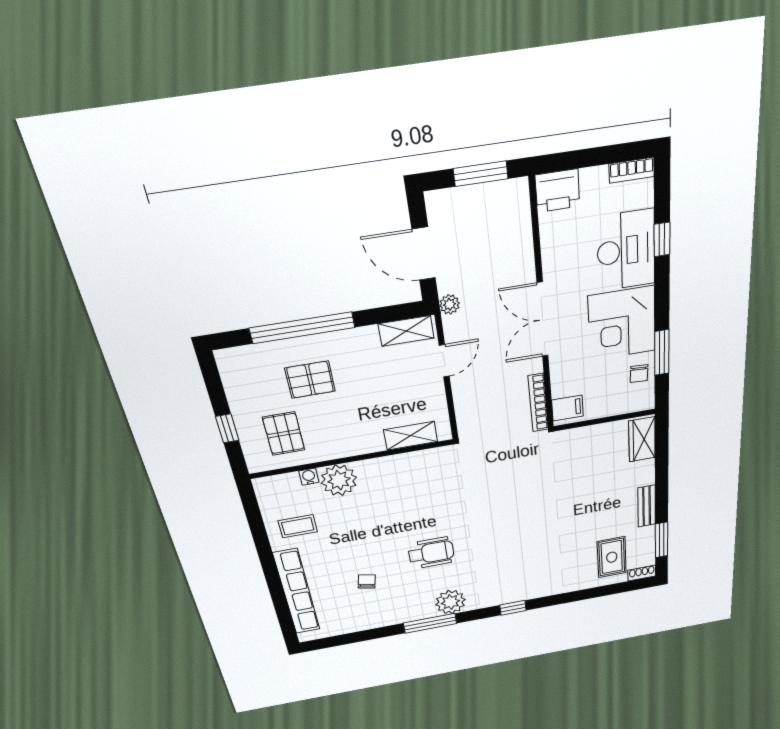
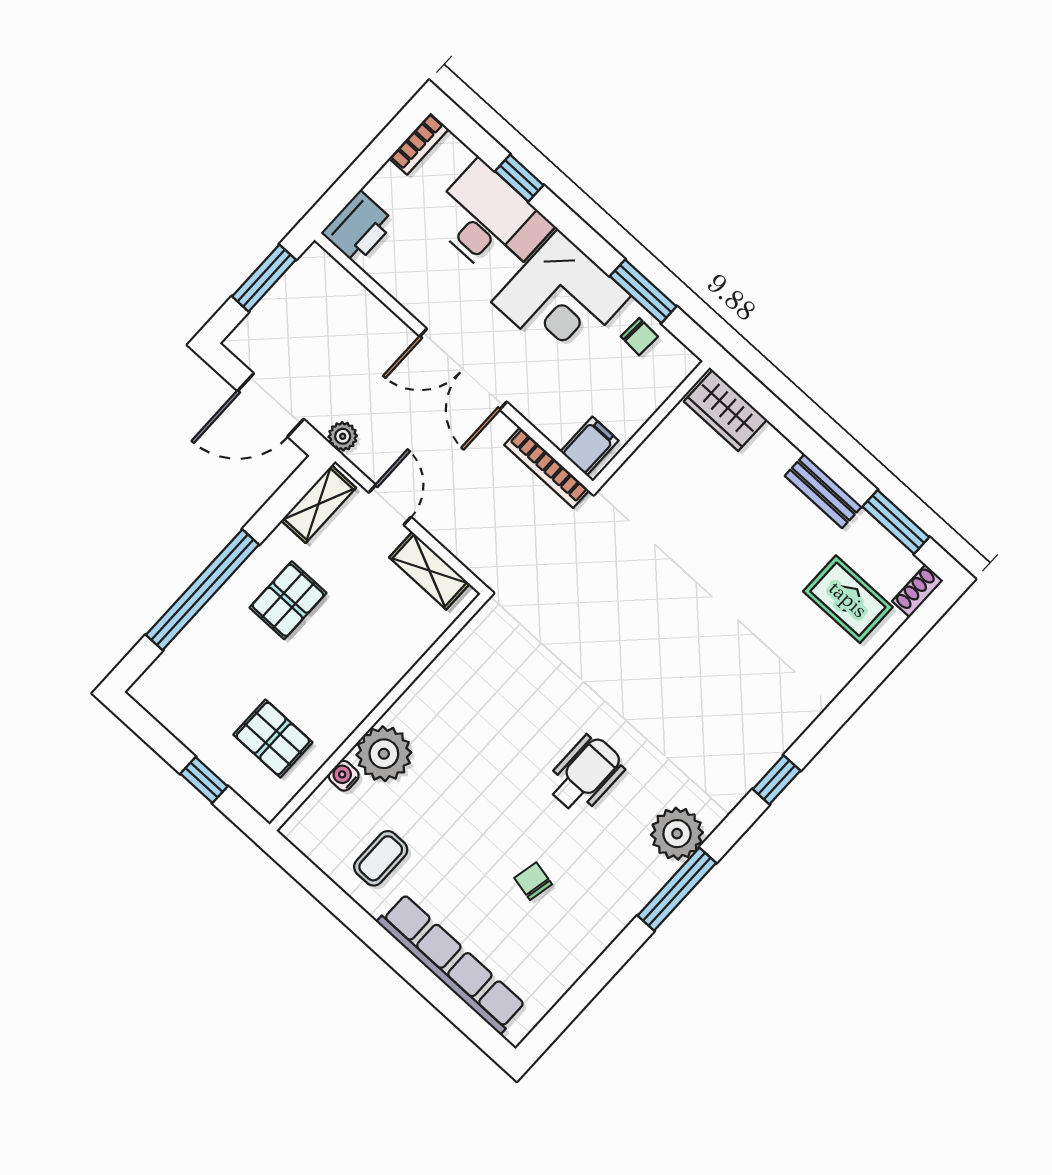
pallet: (310, 380) -> (288, 600), moved
shelving: (411, 436) -> (429, 571), moved, turned 90

